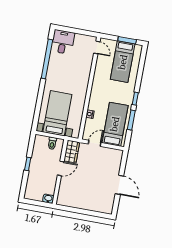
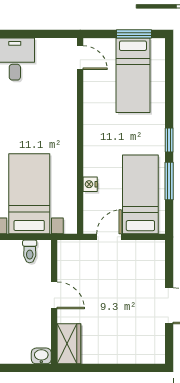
wardrobe: (72, 151) -> (69, 344), moved
door: (61, 168) -> (54, 295), hinge flipped

